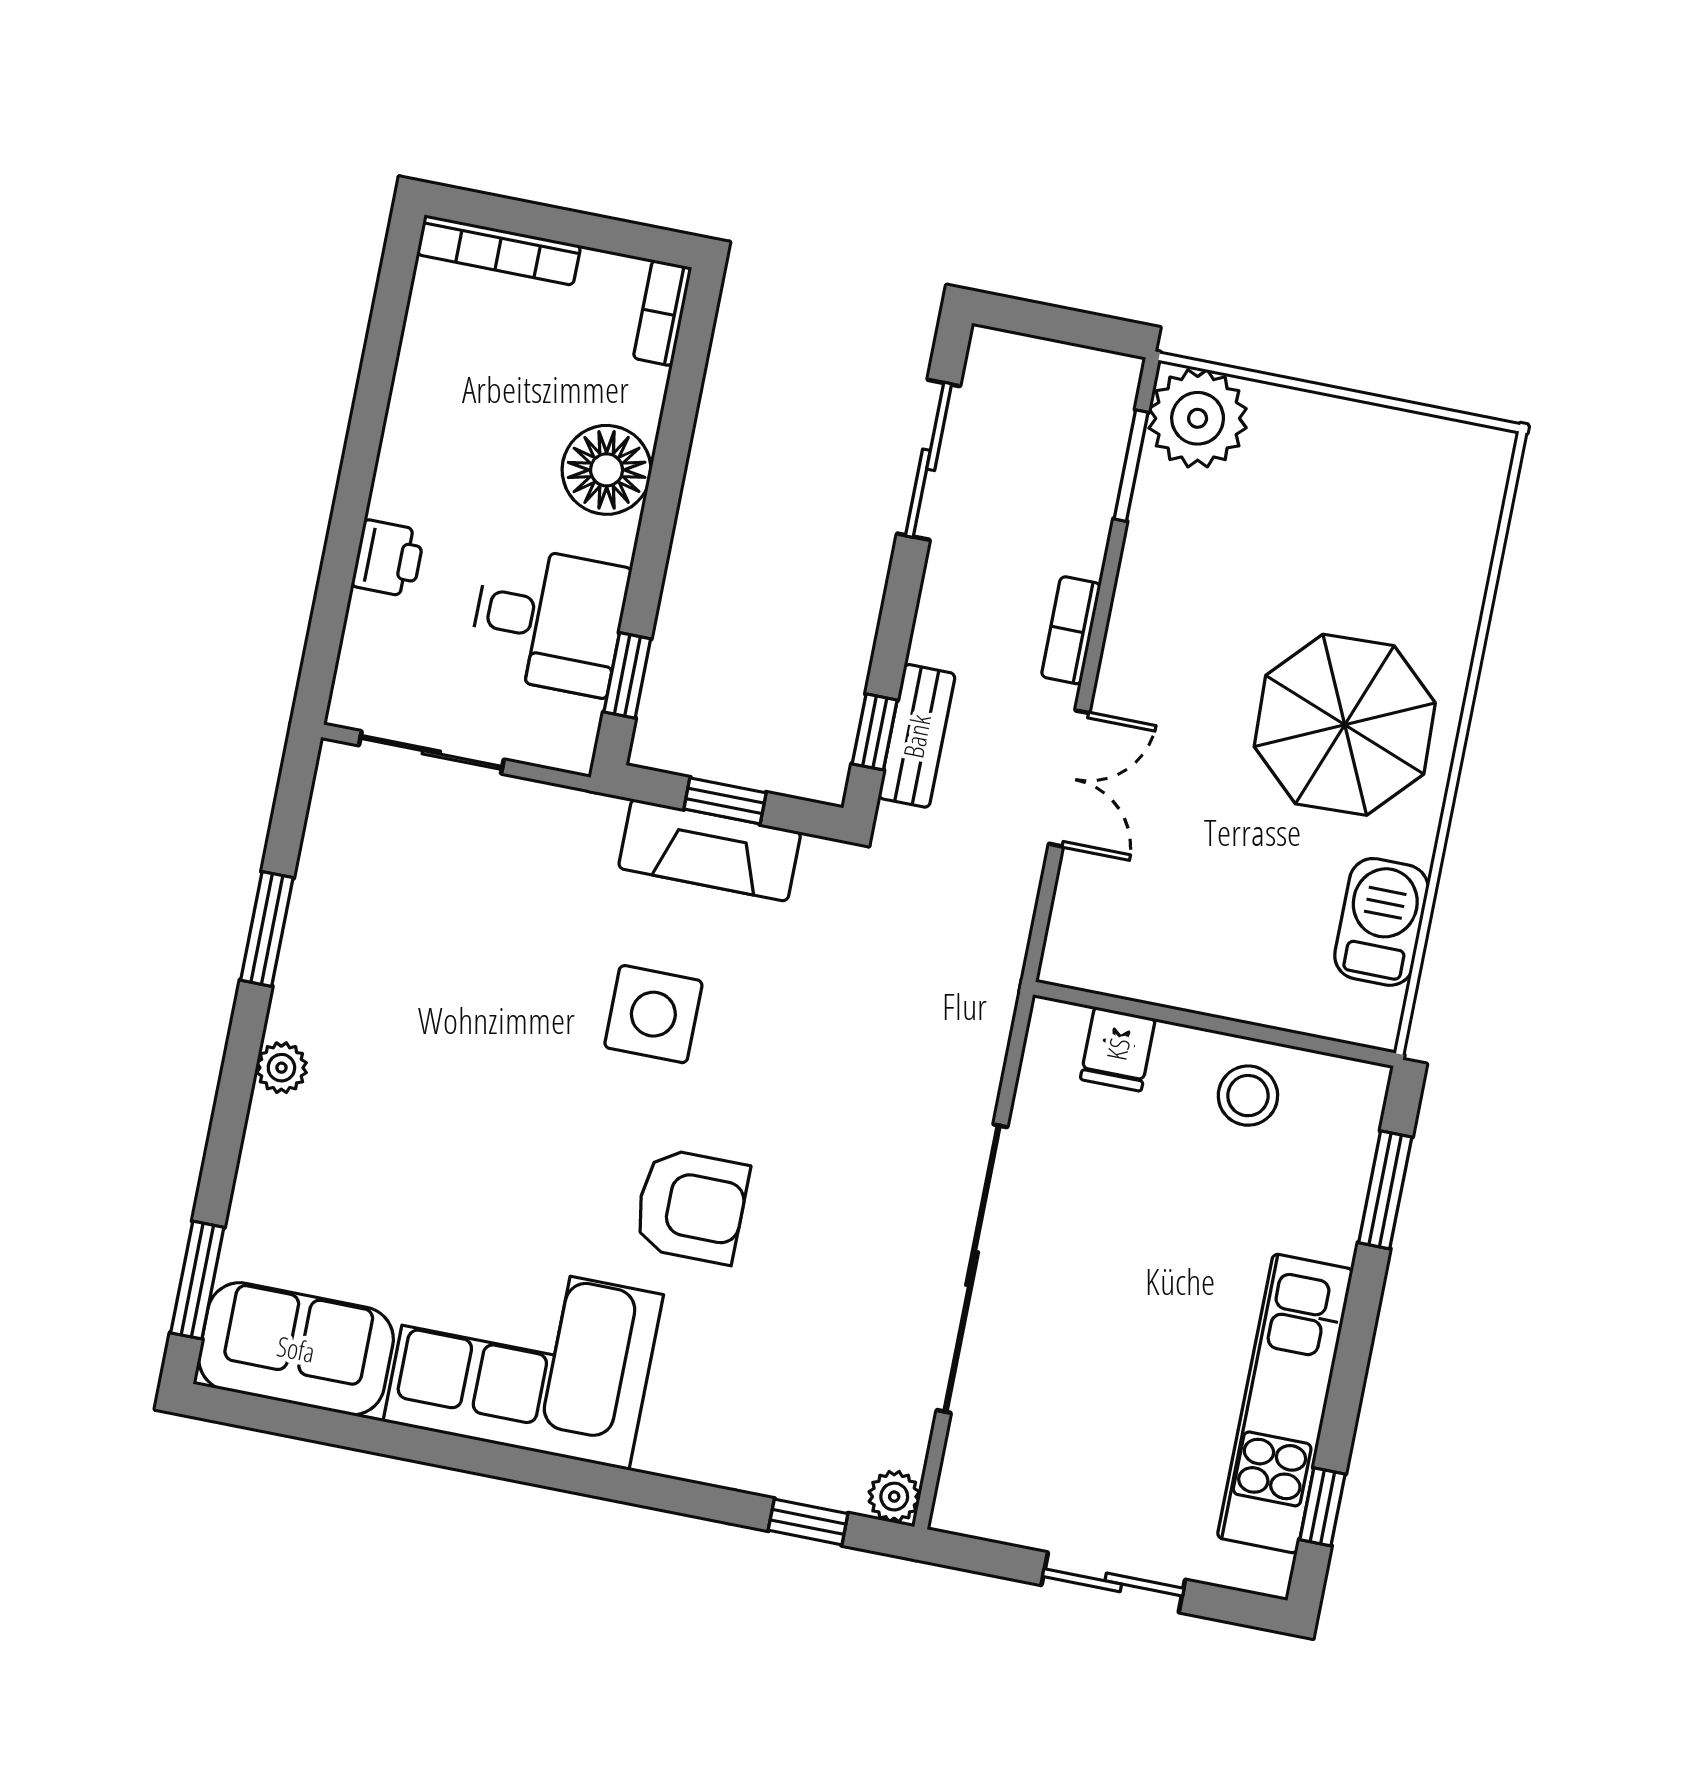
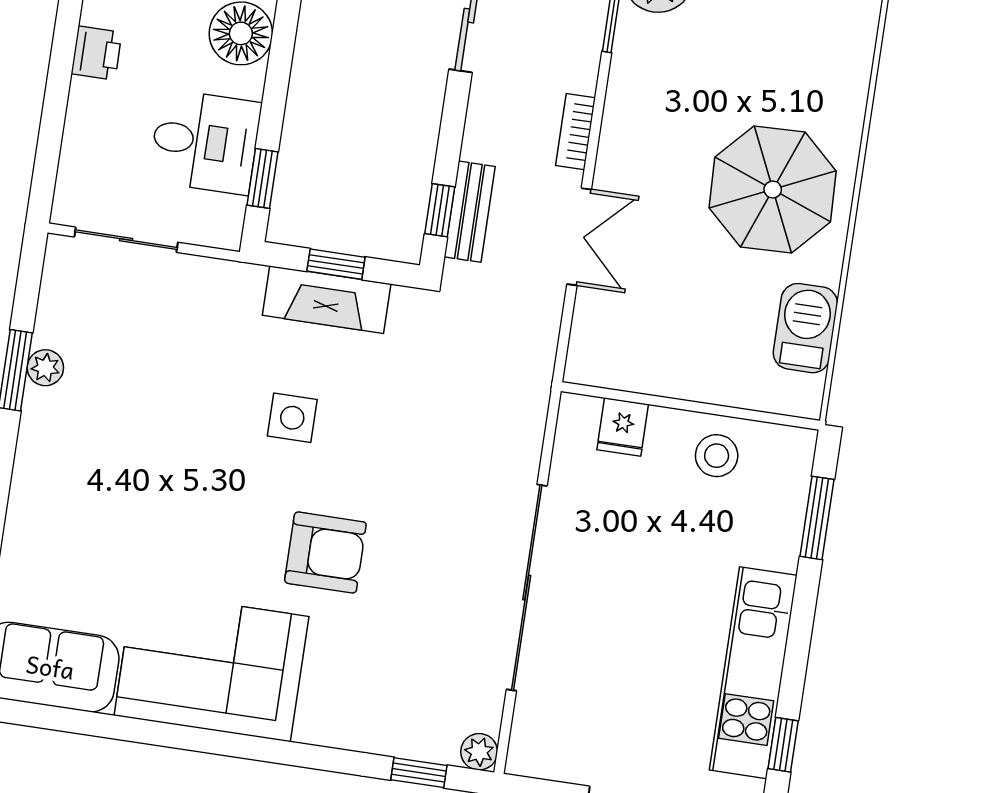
printer: (388, 558) -> (96, 53), moved
side table: (653, 1014) -> (292, 418), width x0.73, depth x0.73
plant: (281, 1068) -> (45, 368), moved

